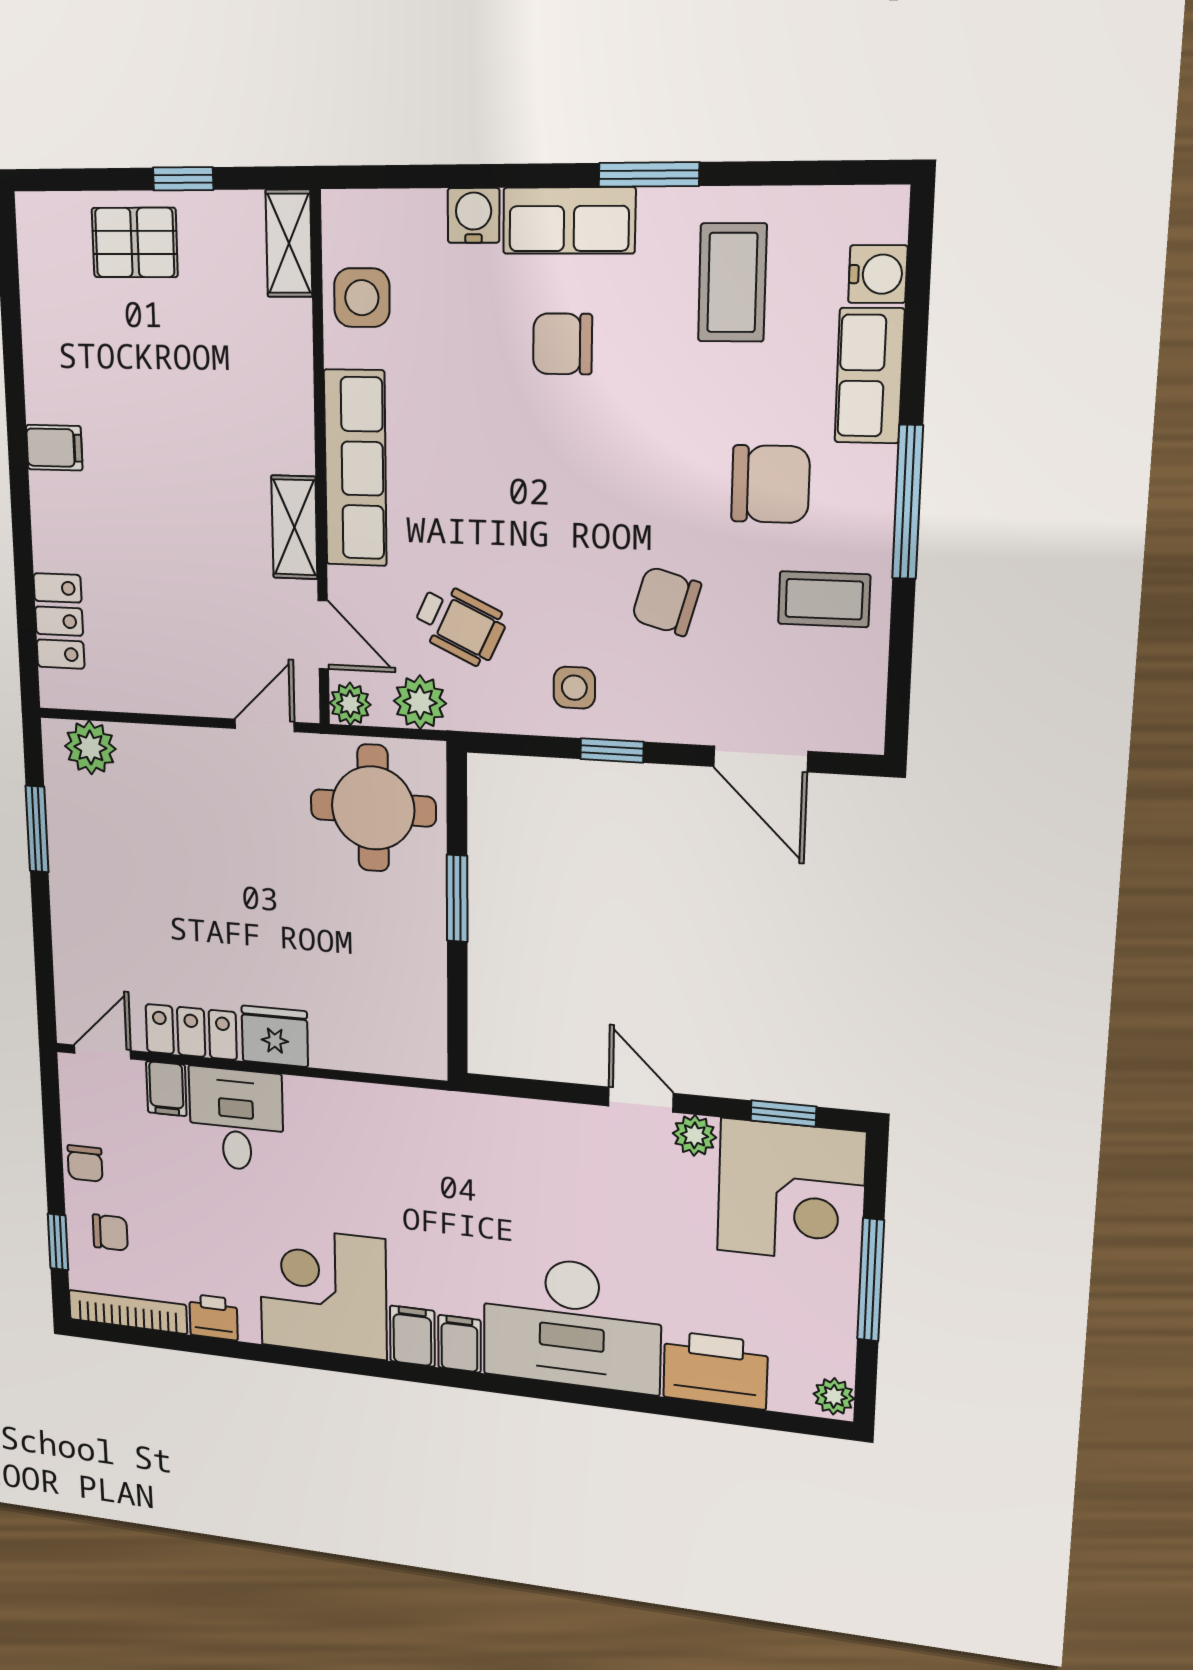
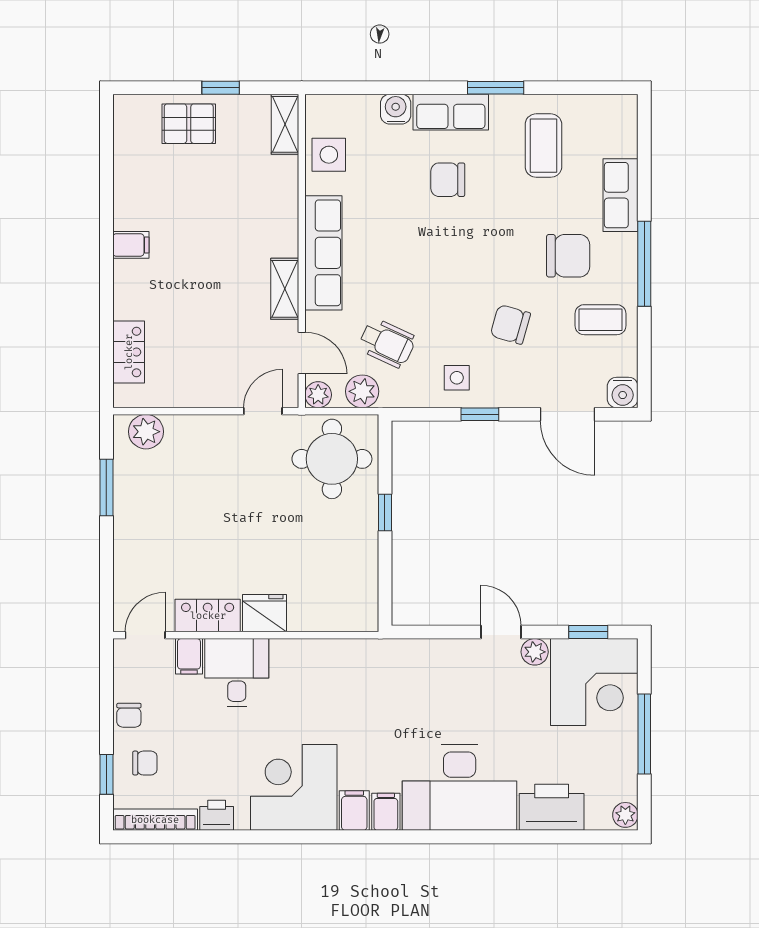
water cooler: (878, 274) -> (623, 393), moved, turned 90
window: (457, 898) -> (385, 513), width x0.67

